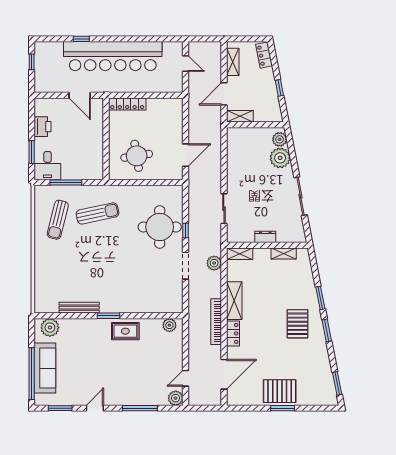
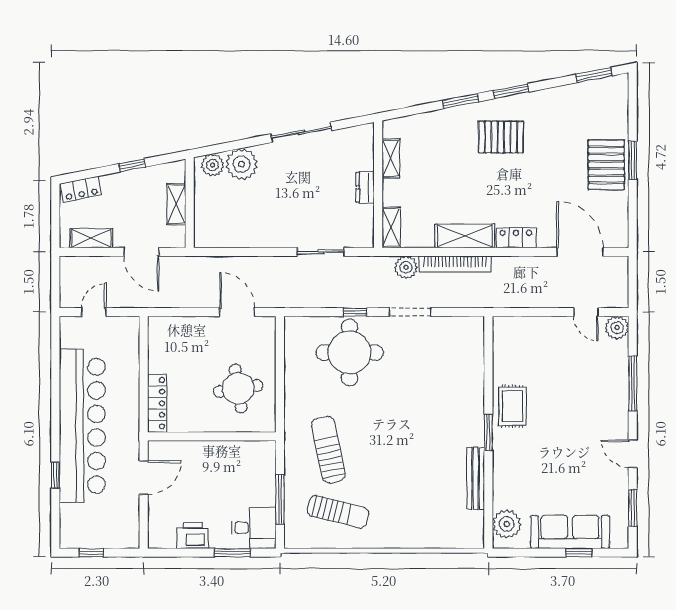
shelving: (240, 116) -> (176, 204), moved
bookcase: (216, 322) -> (455, 264), moved
plant: (169, 325) -> (503, 337), removed
window: (32, 374) -> (579, 553), width x0.32

